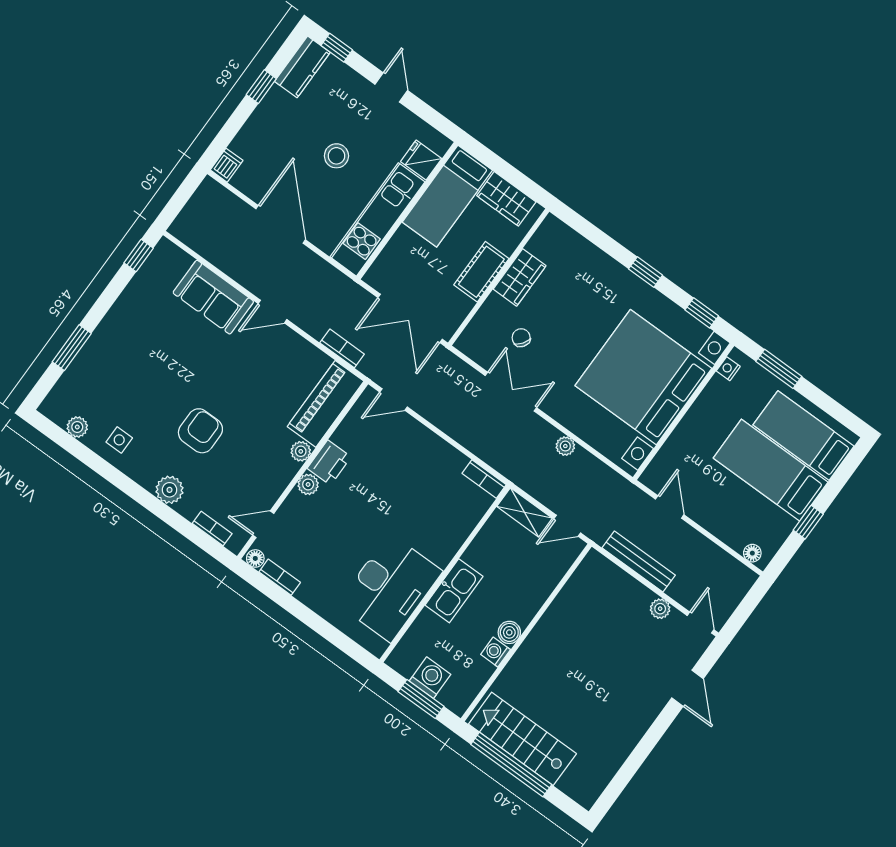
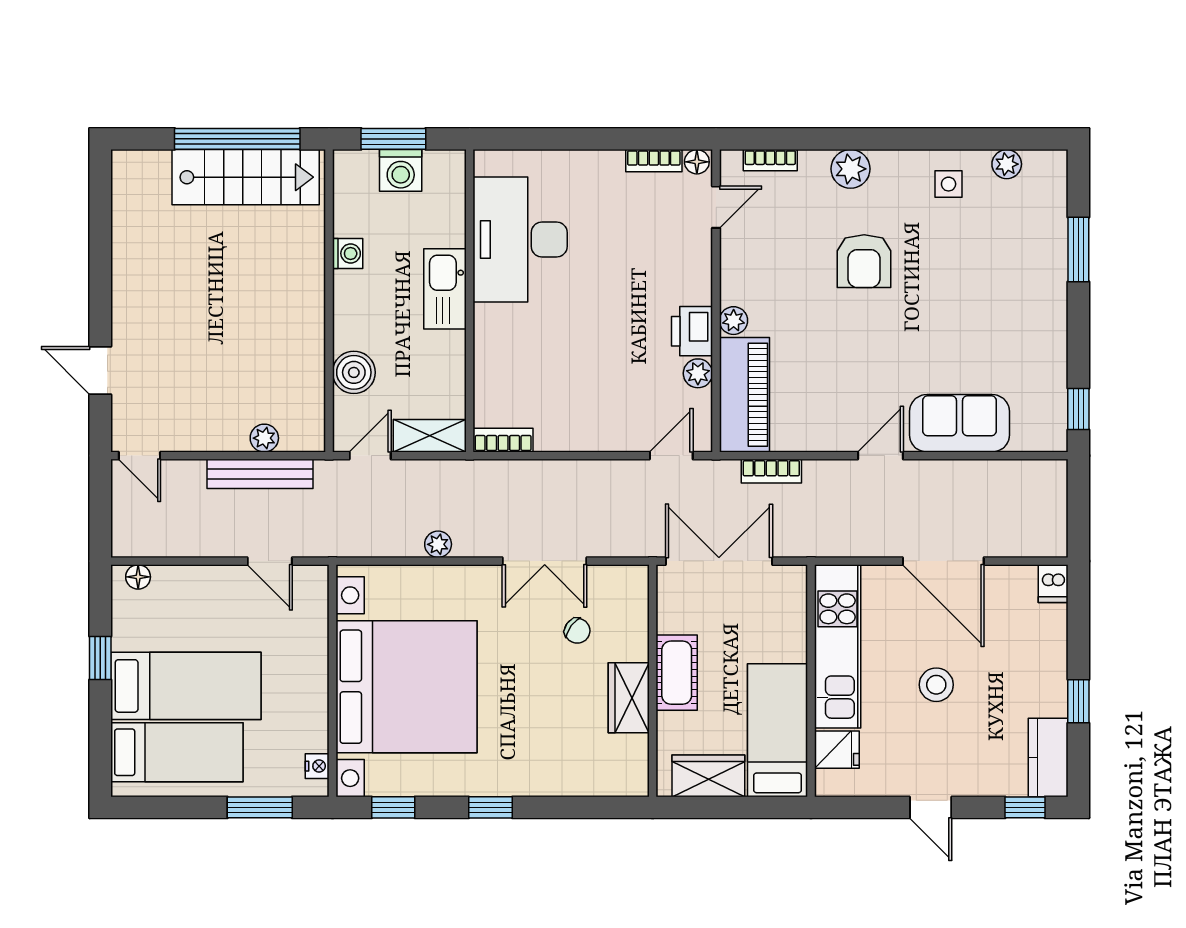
plant: (308, 484) -> (698, 373), moved
plant: (660, 609) -> (264, 438), moved
boiler: (509, 632) -> (354, 372), moved, width x1.36, depth x1.36

